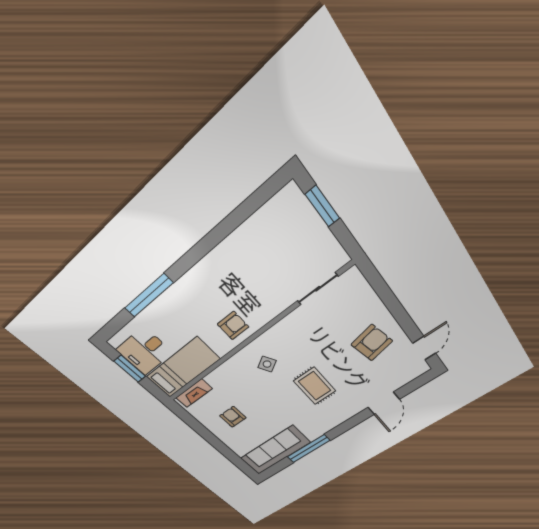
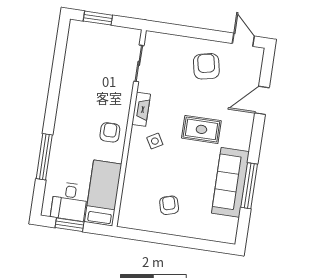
fireplace: (194, 393) -> (141, 109), moved
door: (384, 403) -> (262, 100), swing flipped
armchair: (233, 417) -> (169, 205), turned 74
sofa: (275, 450) -> (230, 182), moved

